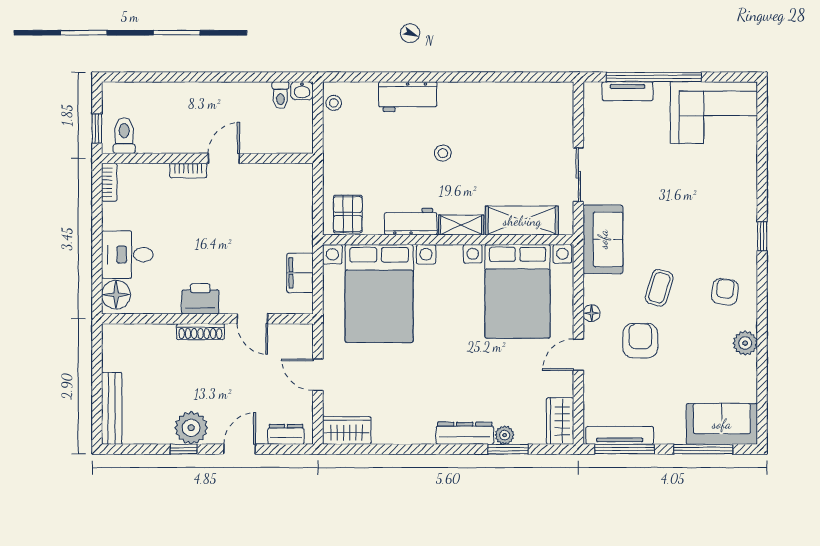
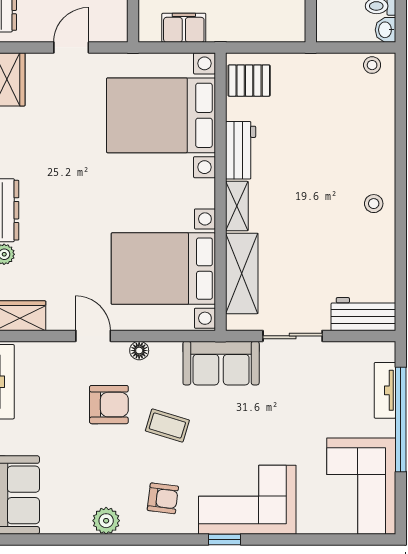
workbench: (408, 97) -> (363, 314), moved, turned 90
stool: (443, 153) -> (374, 204), moved
corner sofa: (726, 216) -> (247, 500), added

